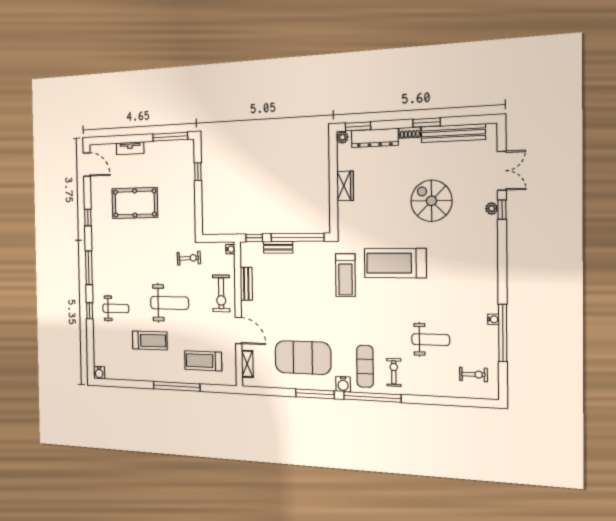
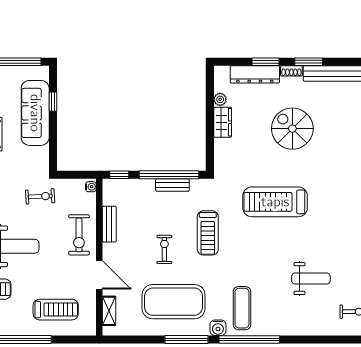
window: (358, 126) -> (265, 62), moved
plant: (342, 137) -> (220, 99), moved
sofa: (184, 182) -> (35, 113), added
spiral stairs: (431, 201) -> (292, 129), moved
bench: (278, 247) -> (172, 185), moved
treadmill: (345, 275) -> (208, 233), moved
treadmill: (203, 361) -> (56, 310), turned 180
exercise bike: (394, 372) -> (164, 249), moved

